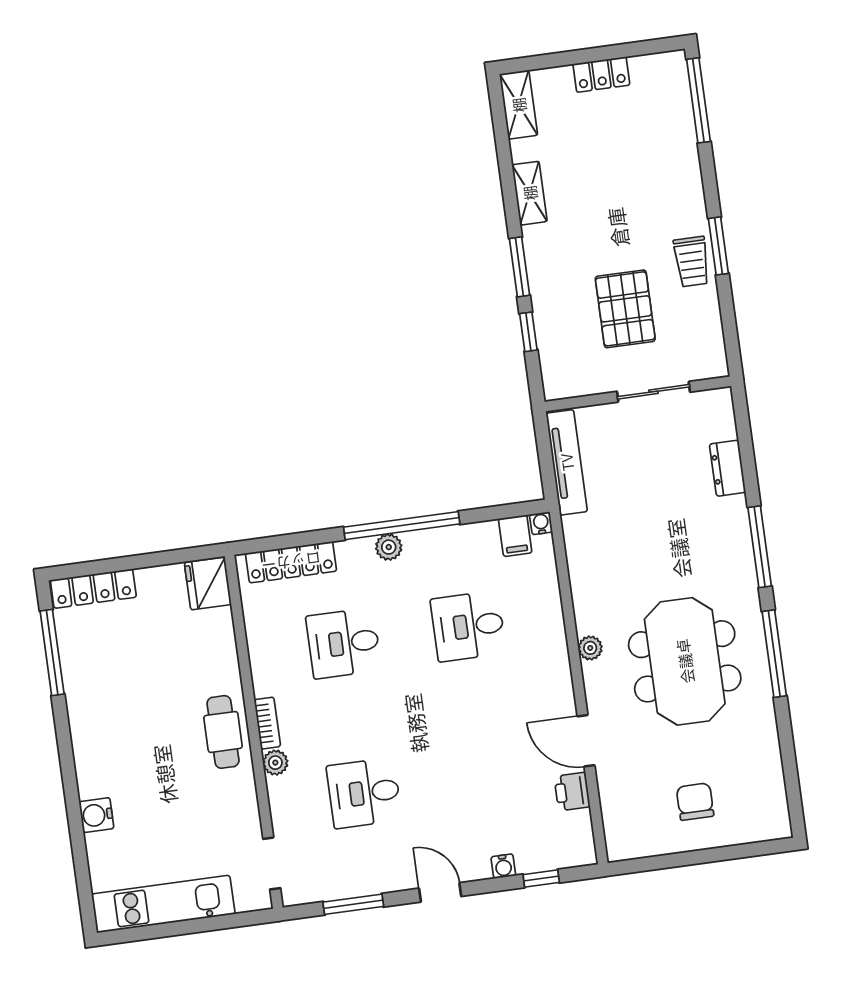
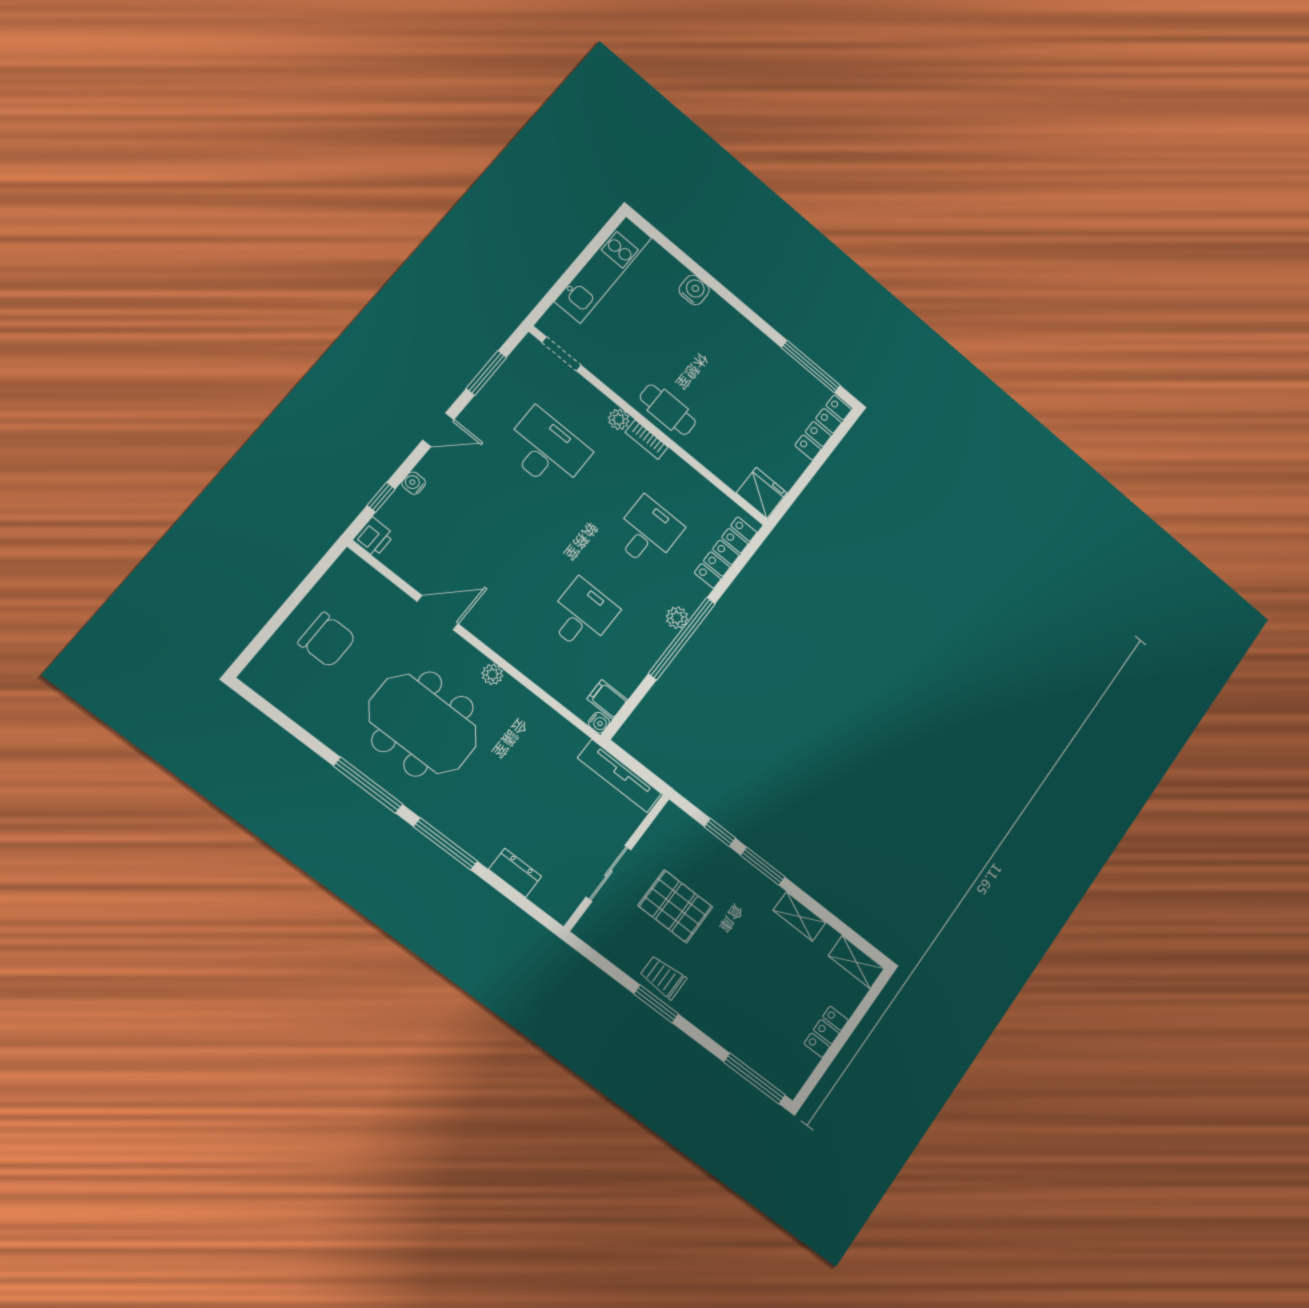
printer: (572, 792) -> (374, 537), moved, turned 90
desk: (364, 793) -> (547, 450), width x1.37
chair: (695, 802) -> (327, 640), width x1.37, depth x1.37

